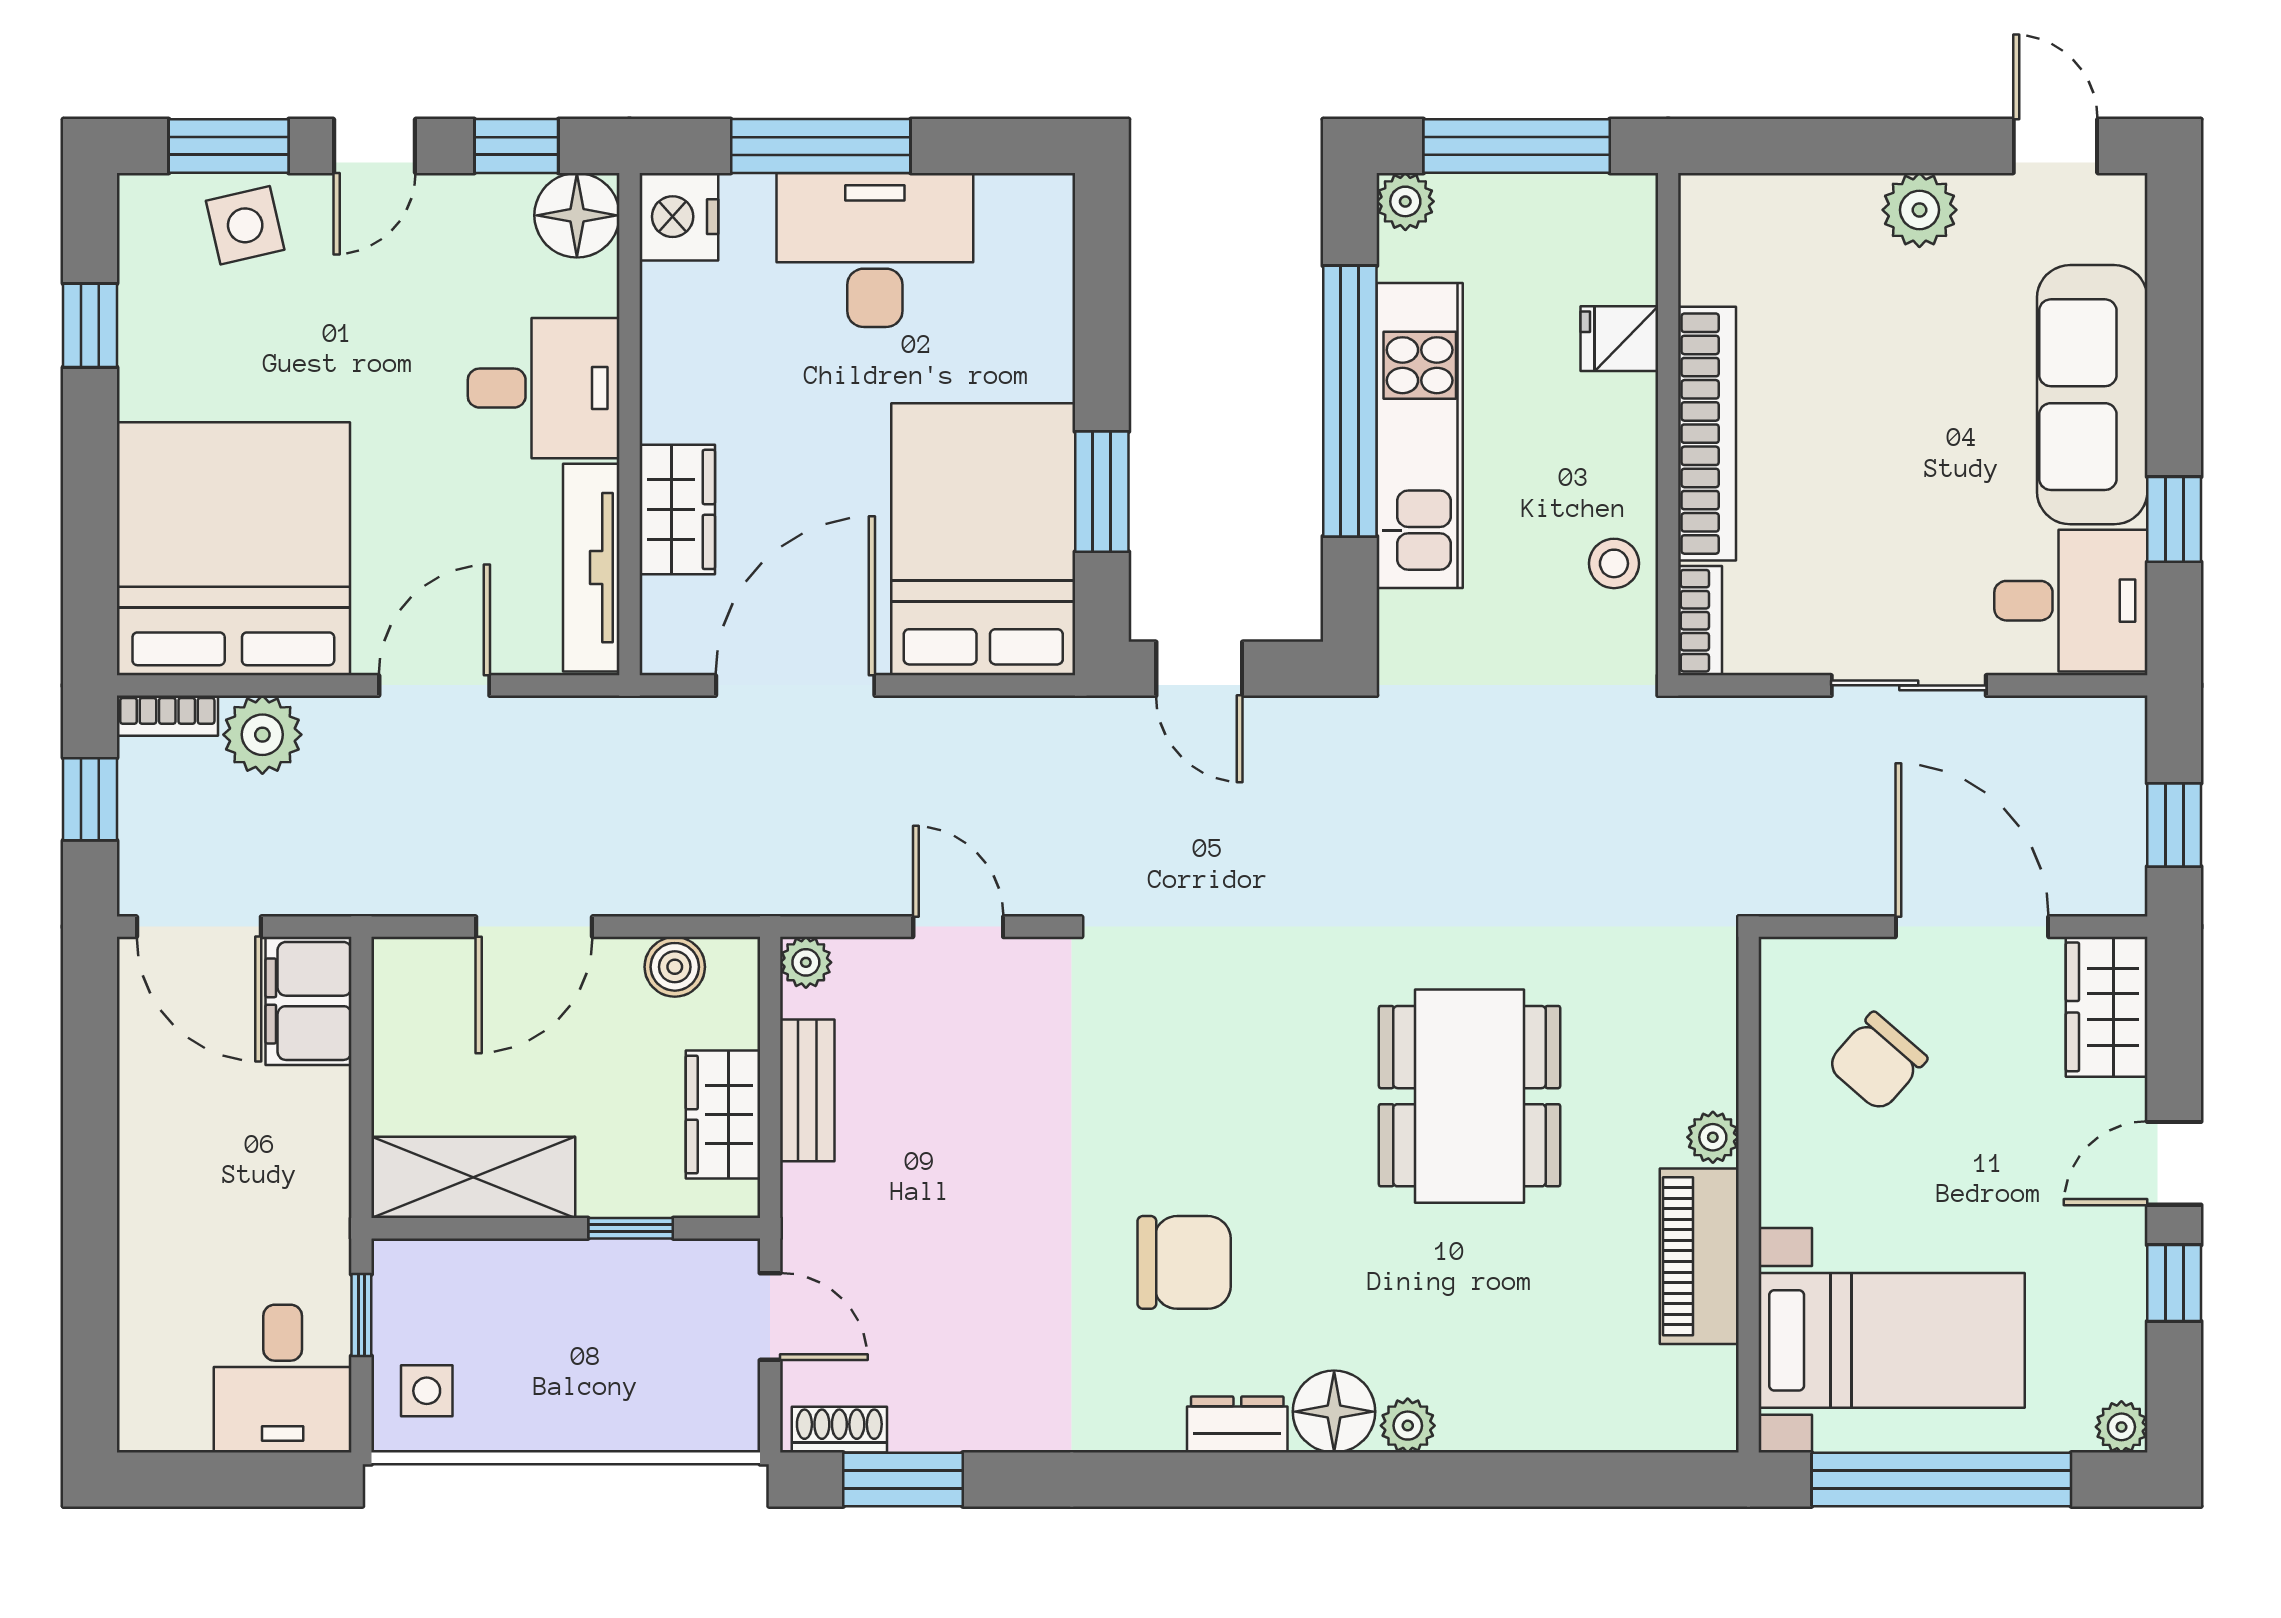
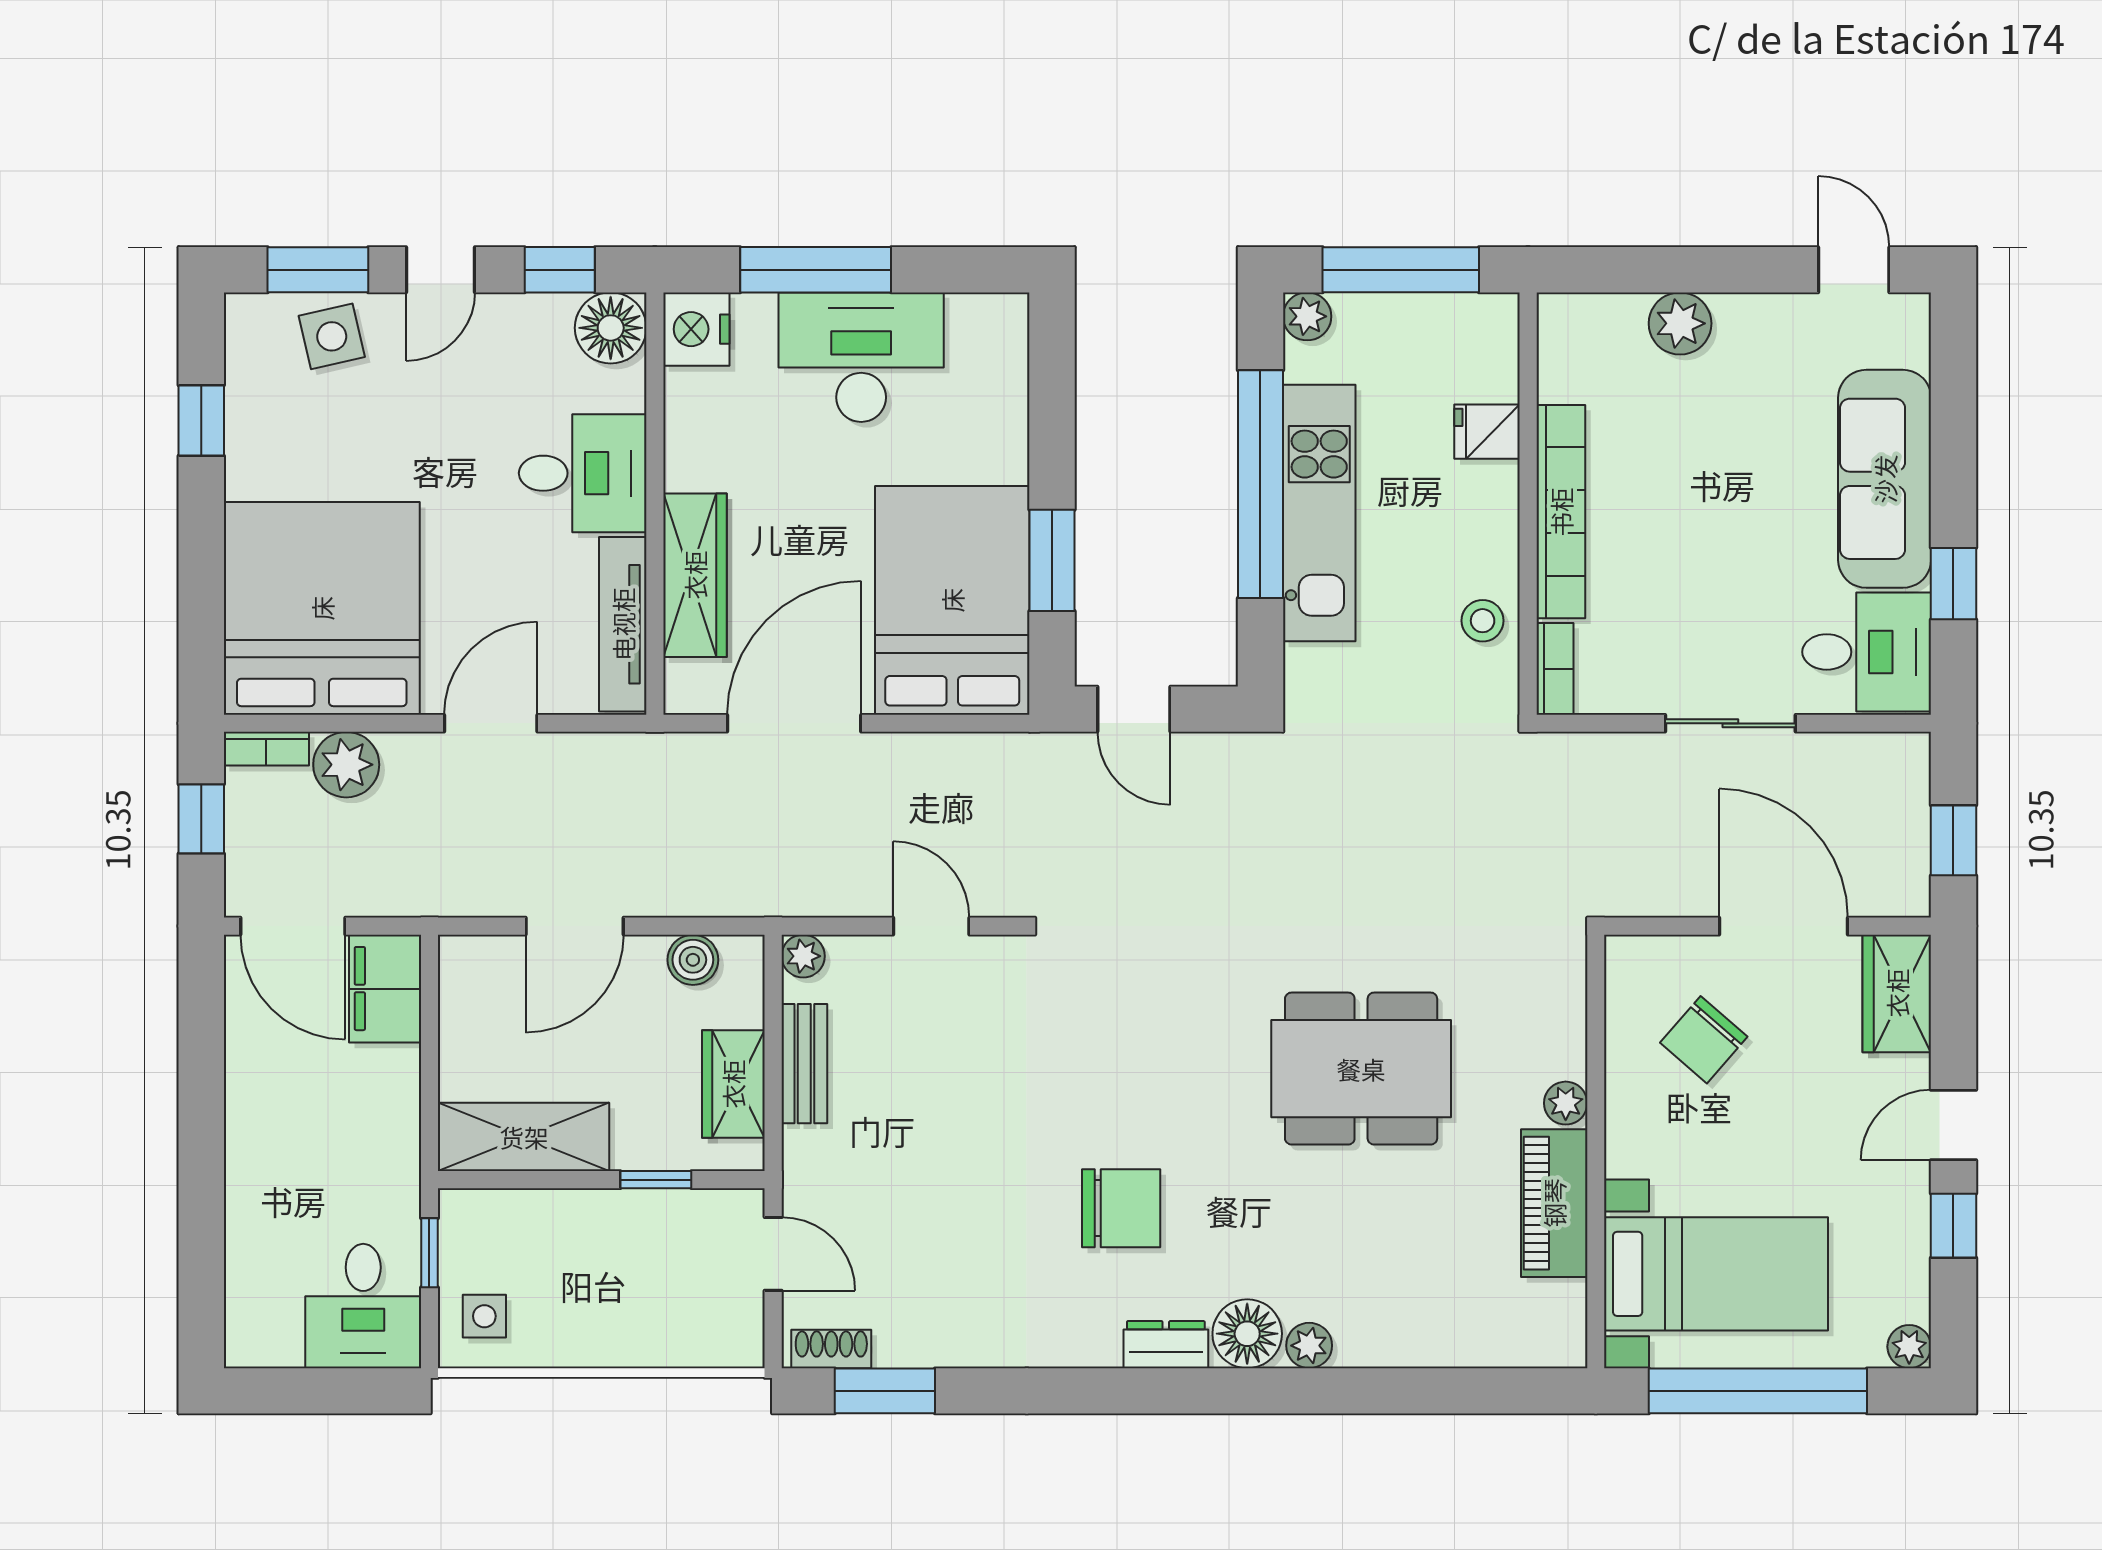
plant: (1919, 210) -> (1680, 323), moved
wardrobe: (677, 509) -> (695, 575), width x1.50
dining table: (1470, 1096) -> (1361, 1069), turned 90

